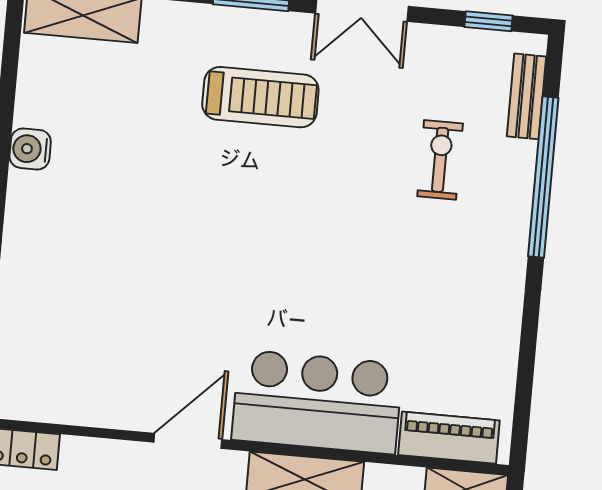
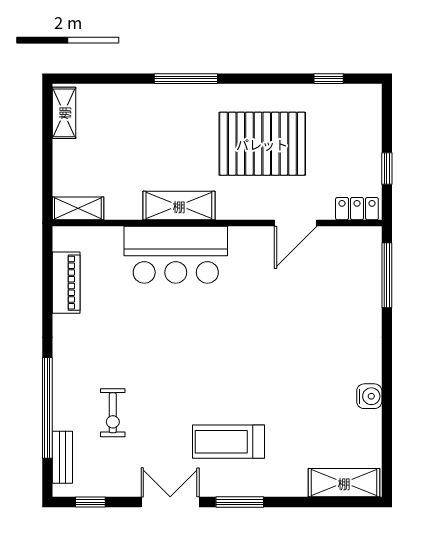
piano: (449, 438) -> (66, 283), moved, turned -90
door: (188, 441) -> (296, 223), moved

